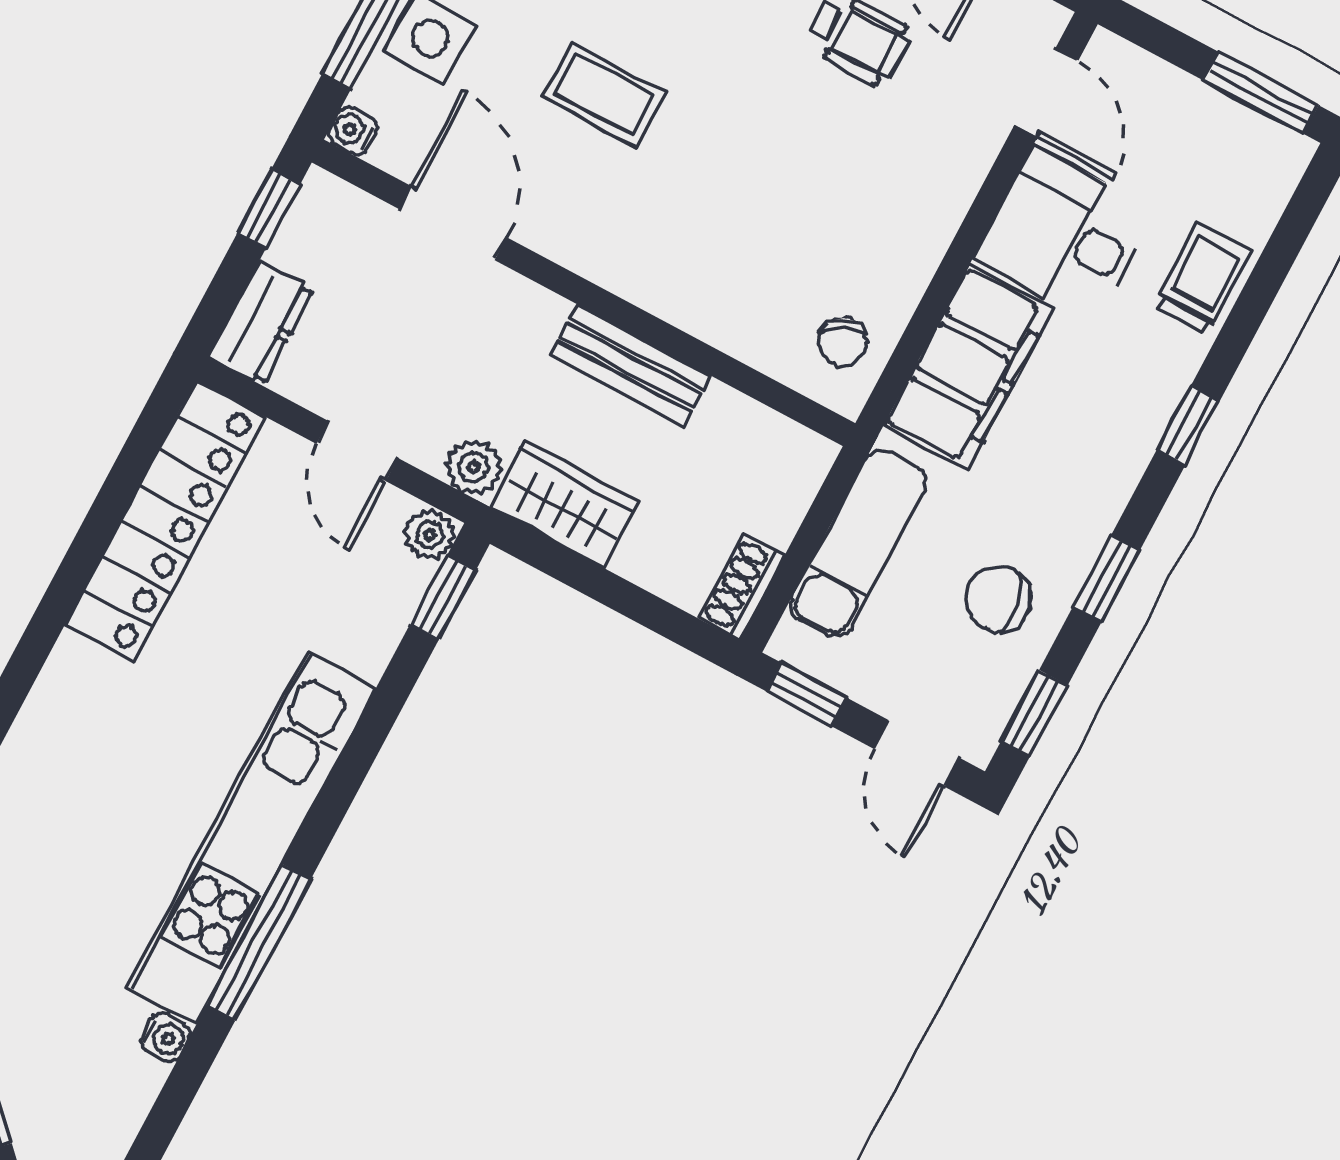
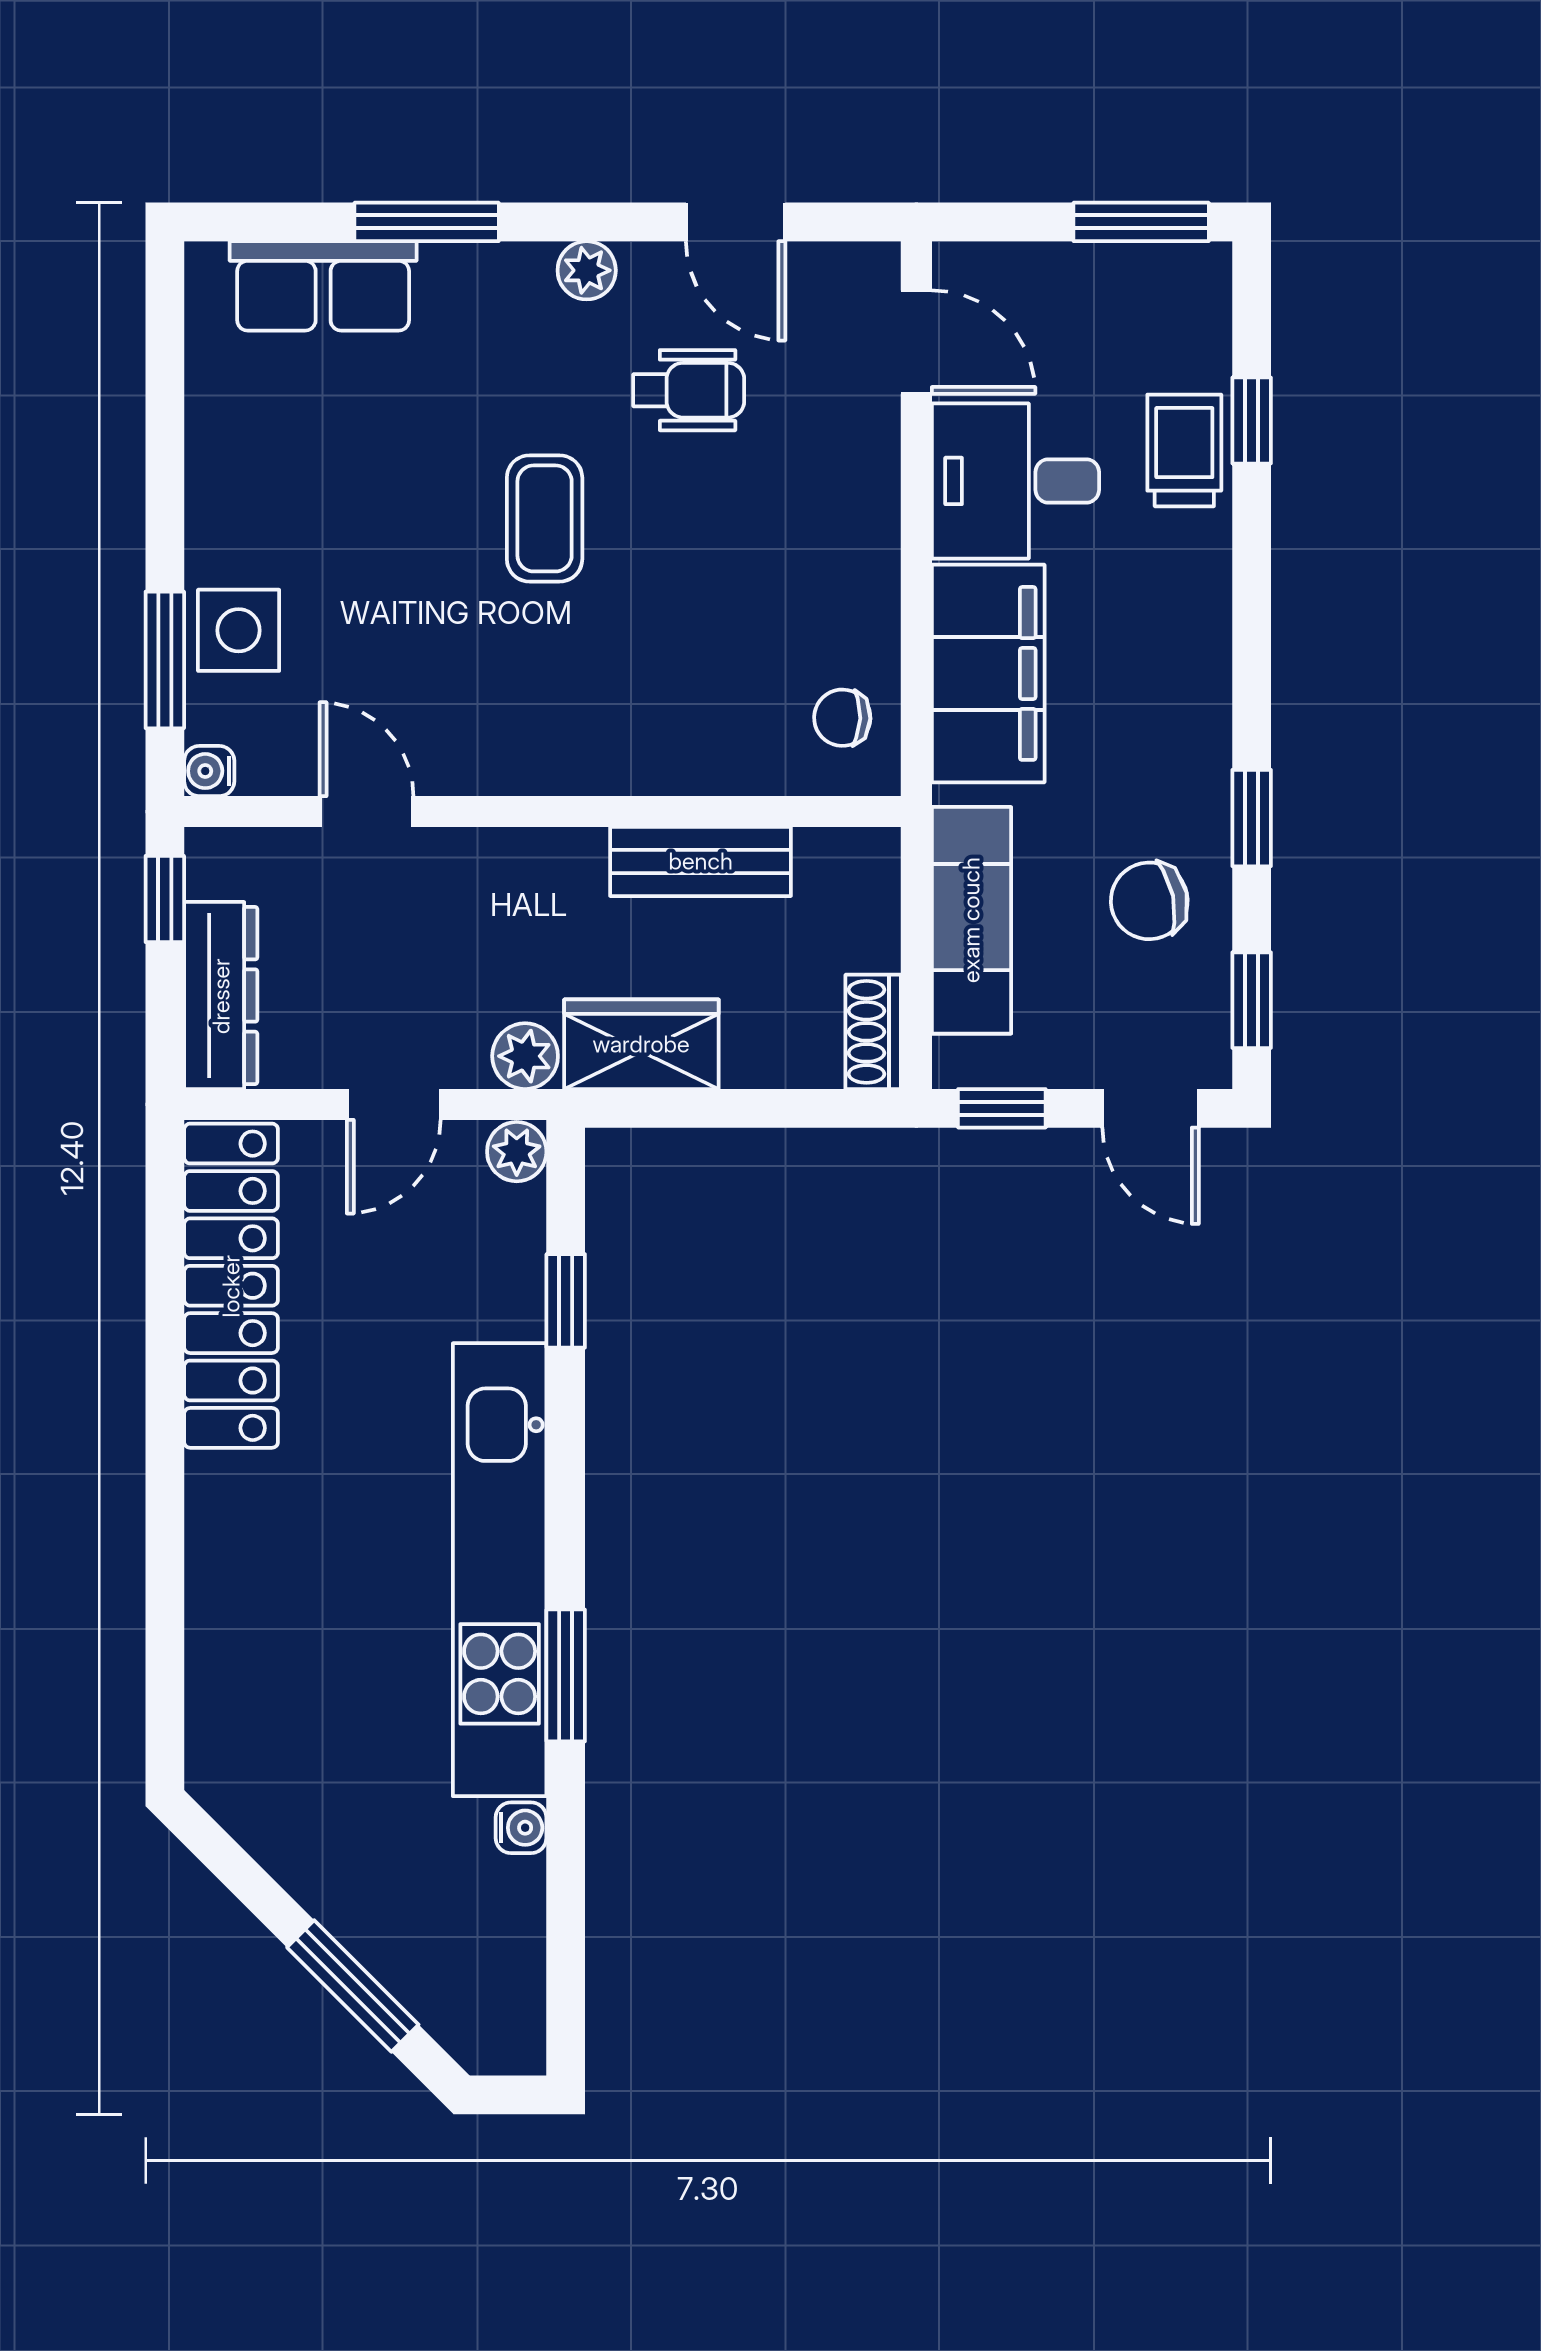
coffee table: (604, 95) -> (545, 518), moved, turned 90
door: (453, 223) -> (367, 812), width x0.73
dresser: (261, 323) -> (221, 996), width x1.44
chair: (843, 342) -> (842, 718), turned 118
bench: (631, 366) -> (701, 861), moved
window: (1188, 425) -> (1252, 420), moved
door: (357, 451) -> (394, 1104), hinge flipped
window: (443, 597) -> (566, 1301), moved
window: (259, 942) -> (566, 1675), width x0.69

